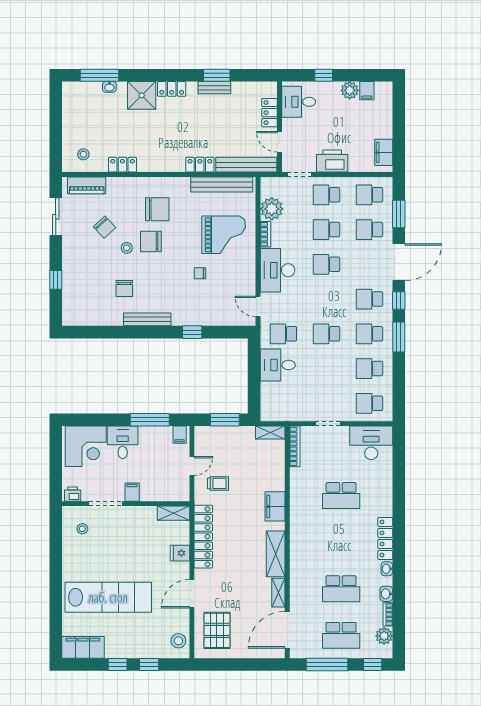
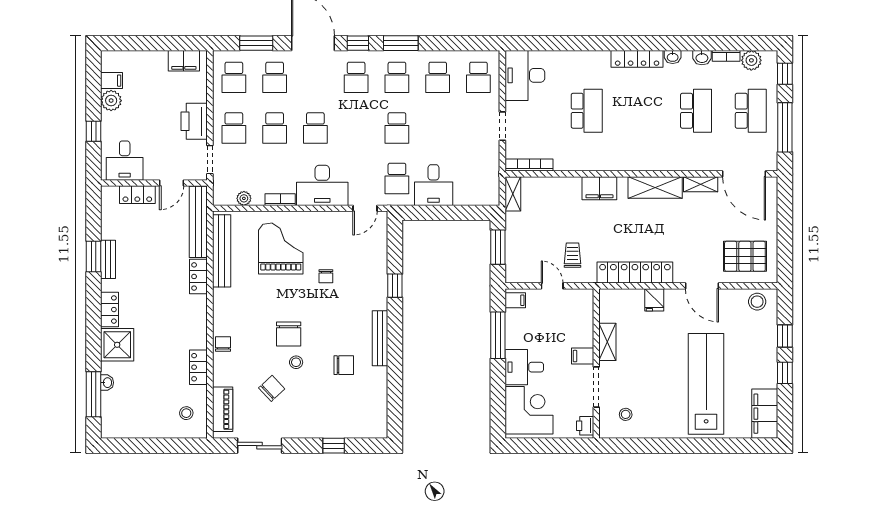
chair: (157, 209) -> (223, 344), moved, width x0.54, depth x0.54
plant: (272, 209) -> (244, 198), width x0.53, depth x0.53
shelving: (174, 513) -> (607, 342), moved

